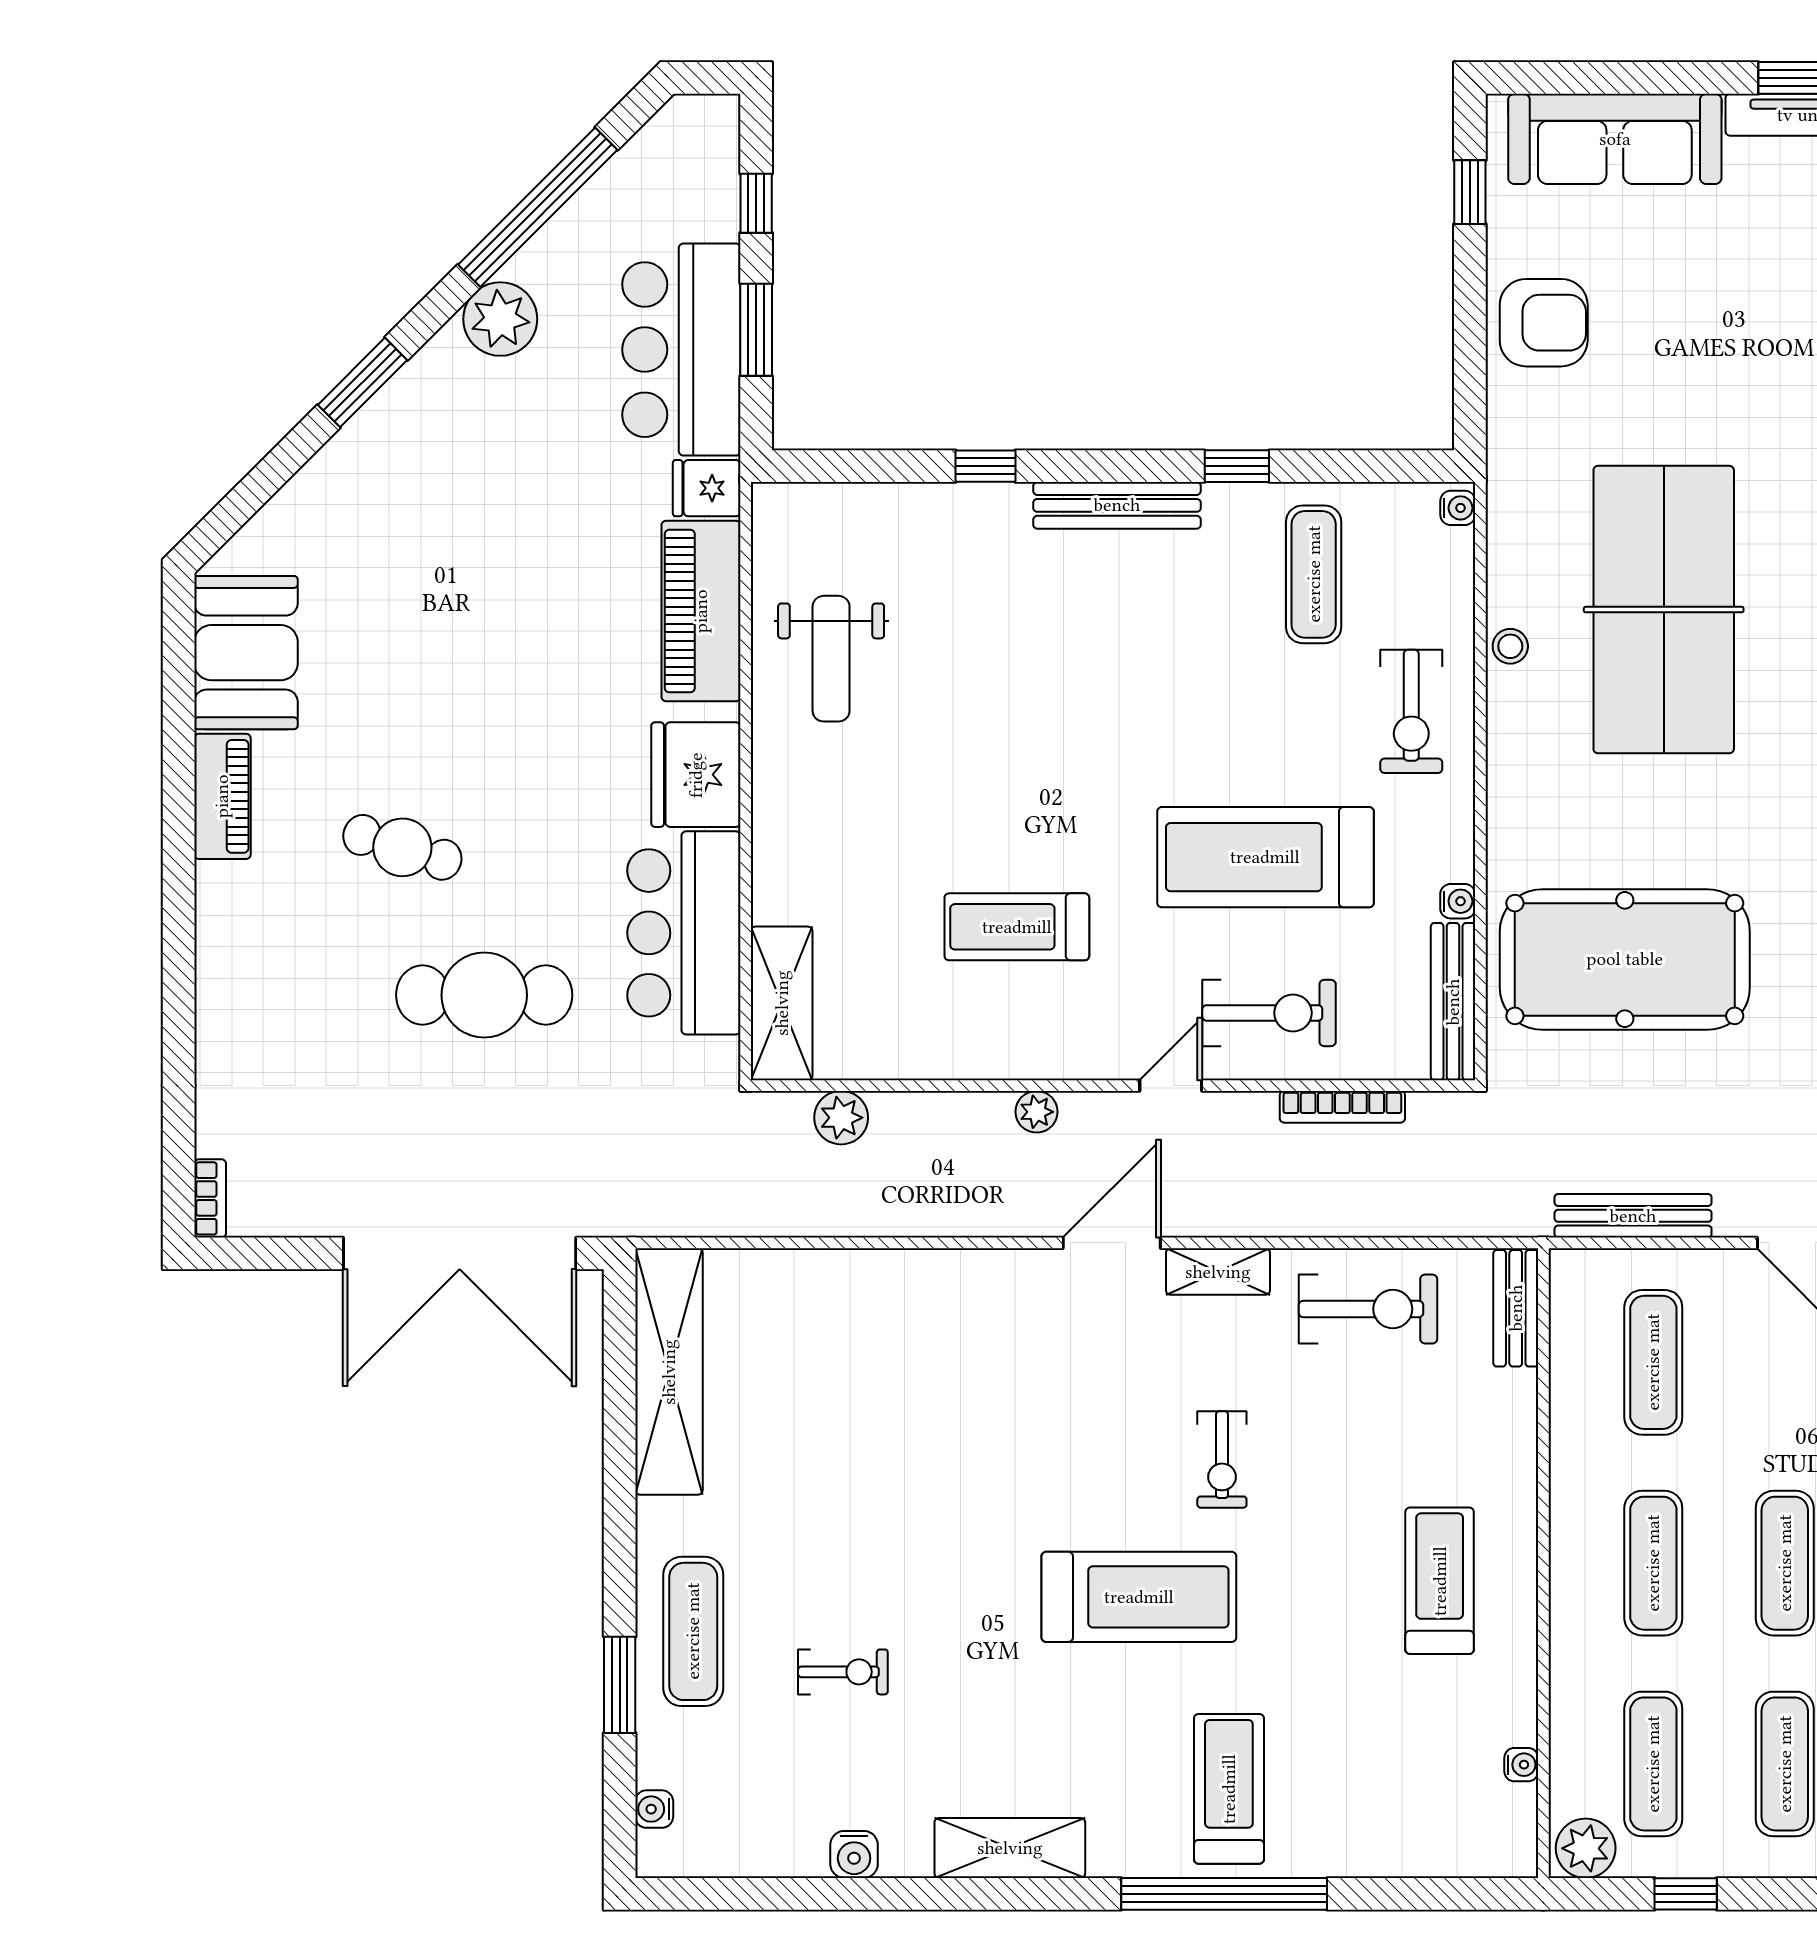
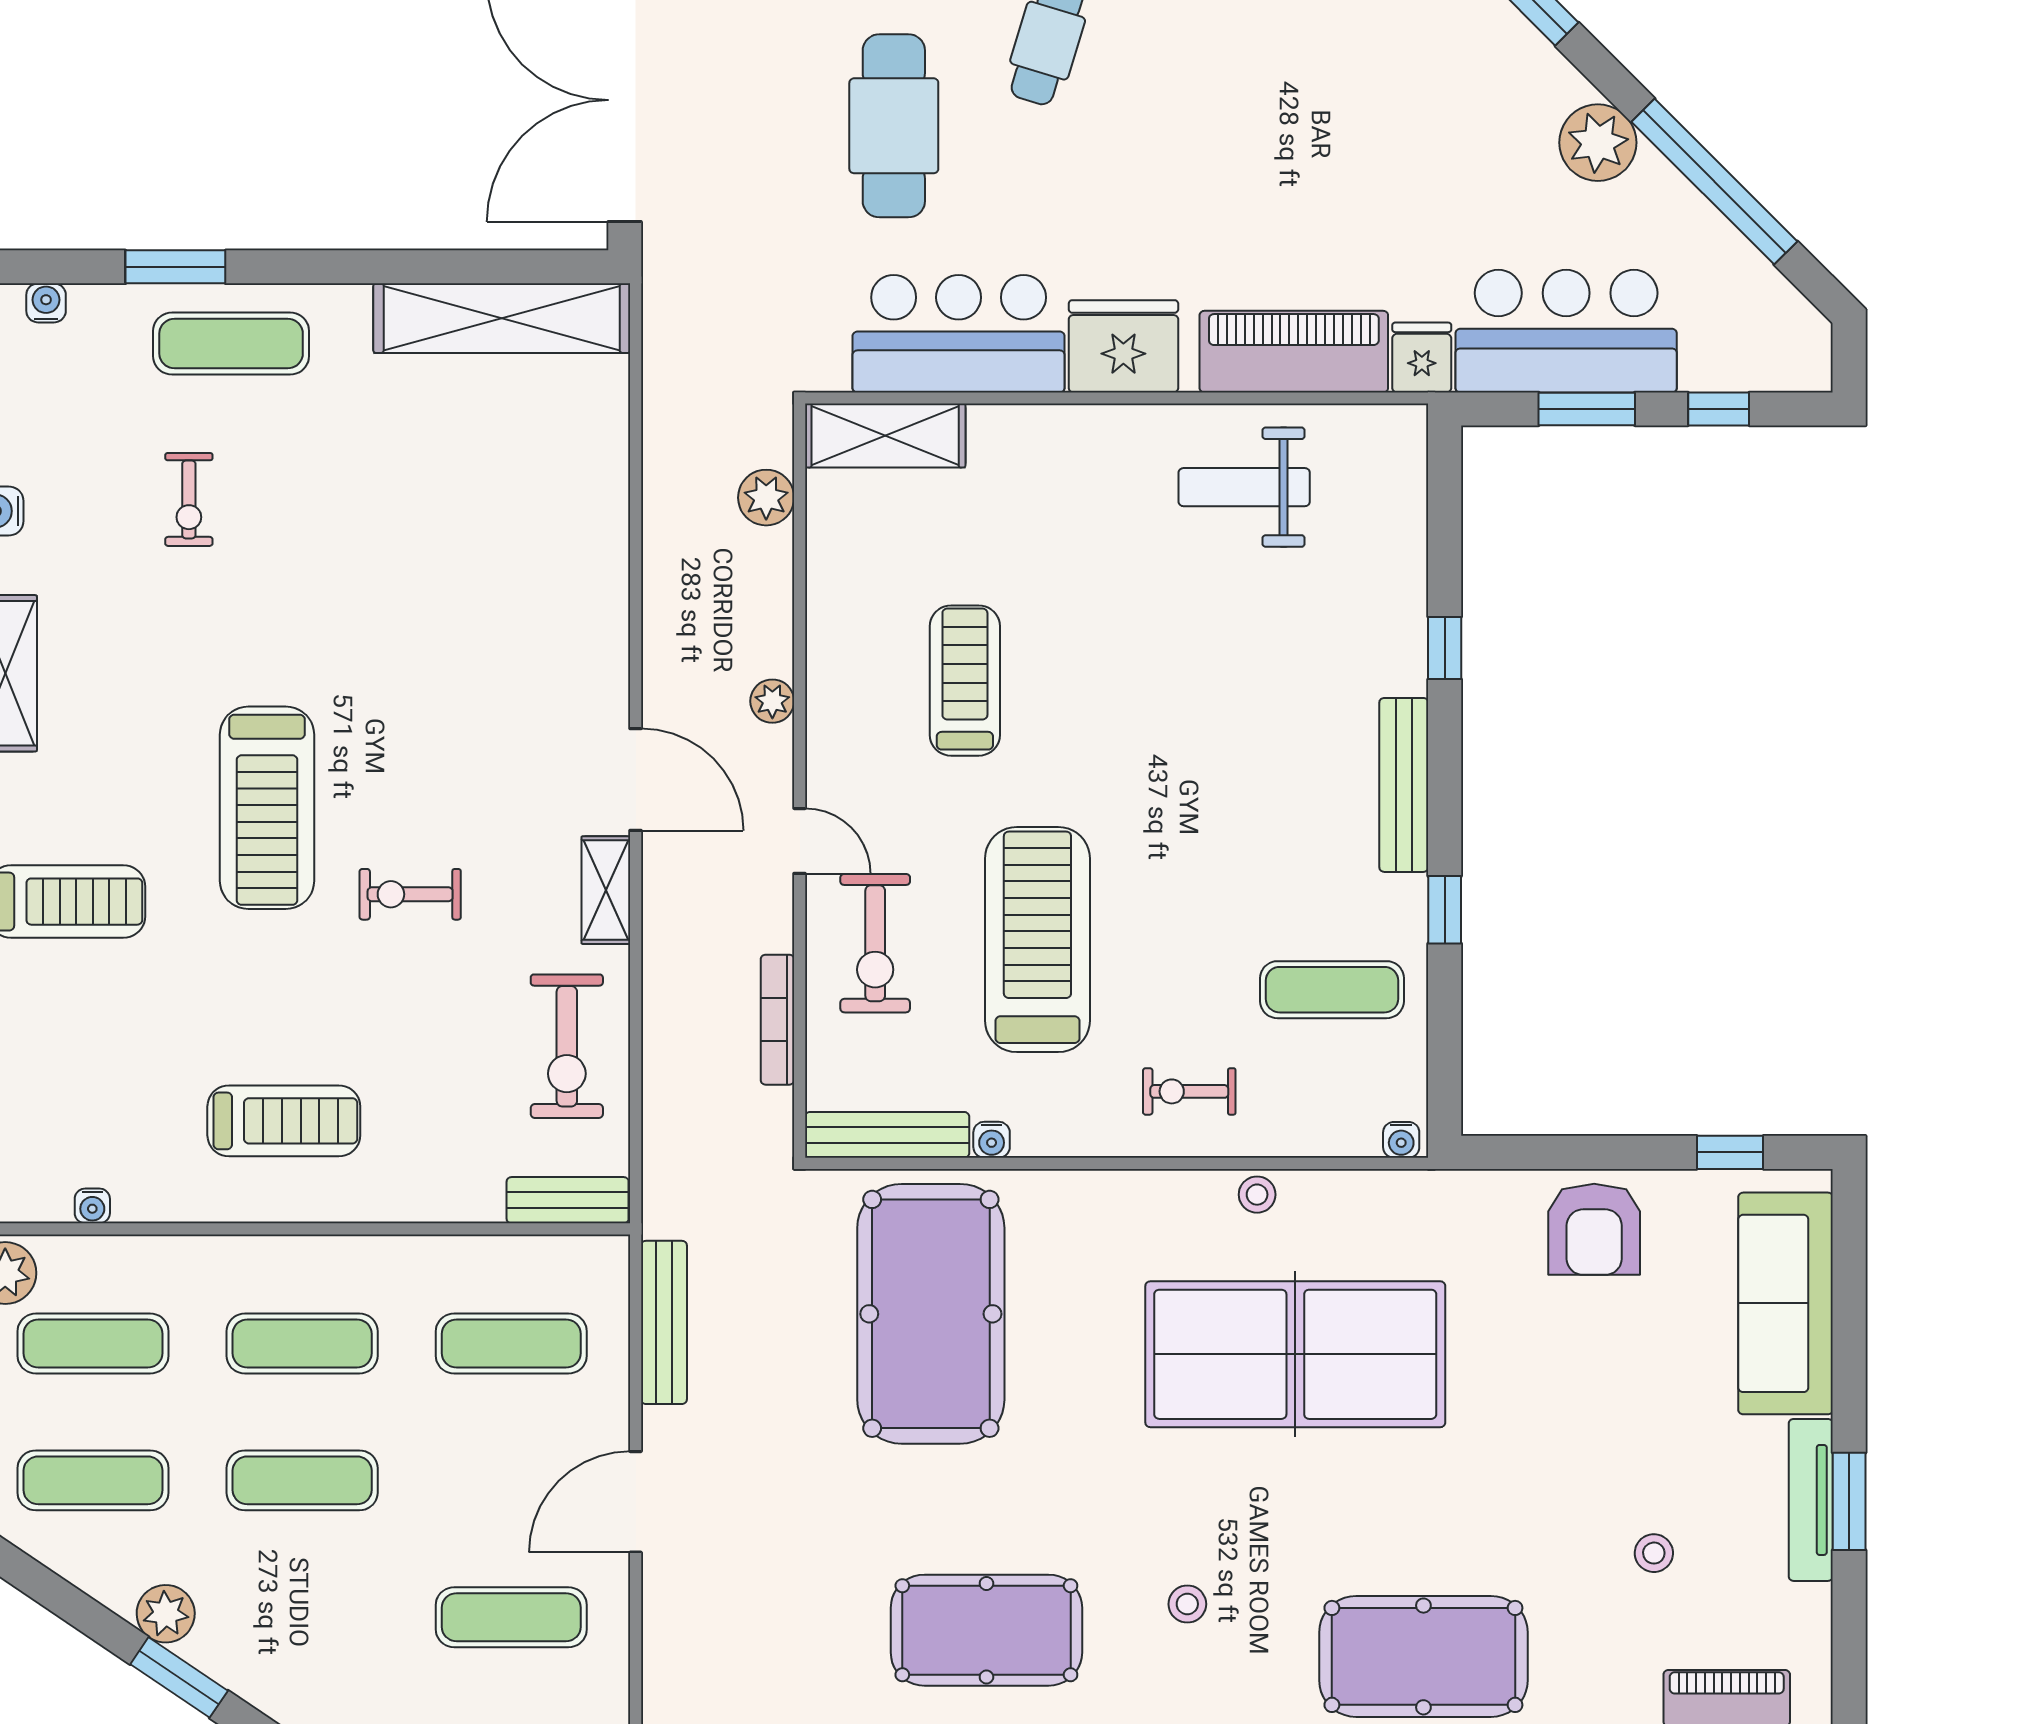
exercise bike: (1411, 711) -> (1189, 1091), width x0.73, depth x0.72

